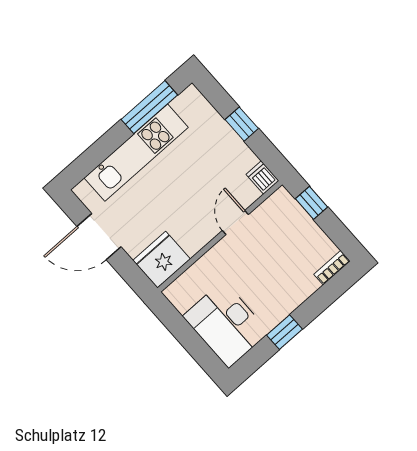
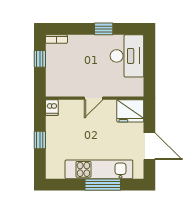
window: (149, 107) -> (103, 185), moved
window: (311, 203) -> (40, 59), moved
door: (235, 222) -> (94, 98), moved

